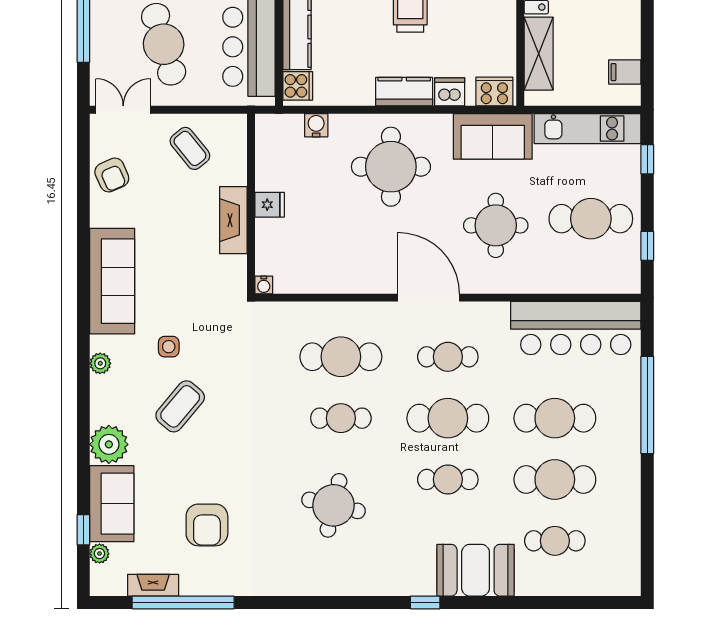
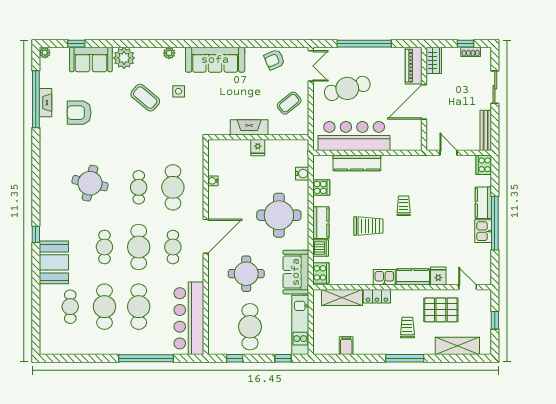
filing cabinet: (625, 72) -> (346, 346), moved
cooker: (298, 86) -> (321, 187), moved, turned -90
water cooler: (264, 285) -> (213, 181), moved
plant: (99, 554) -> (45, 53), moved
fireplace: (153, 585) -> (45, 103), moved

